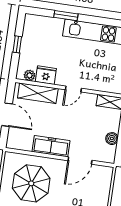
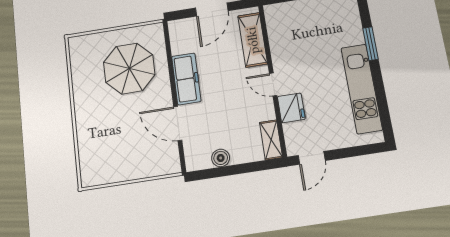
plant: (30, 75) -> (273, 22), removed
fridge: (46, 75) -> (291, 108), moved

